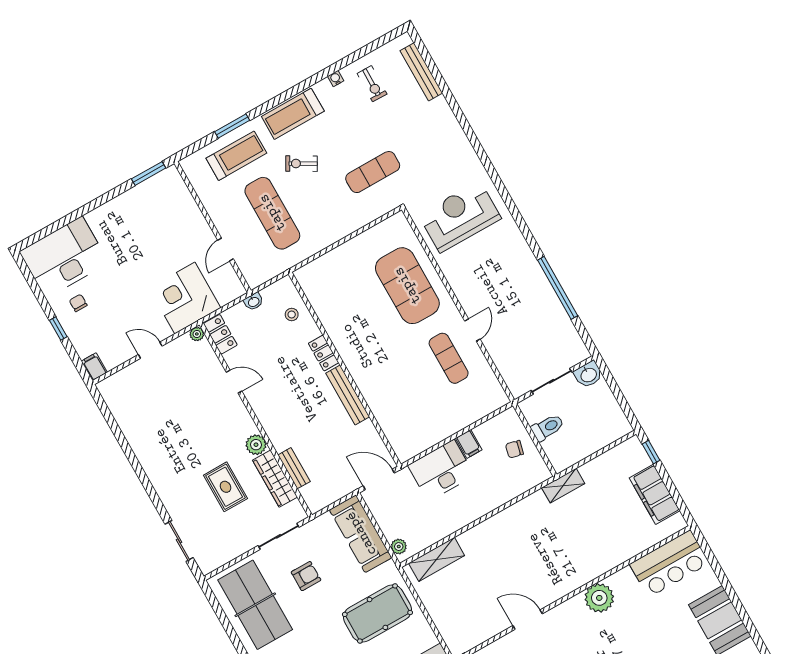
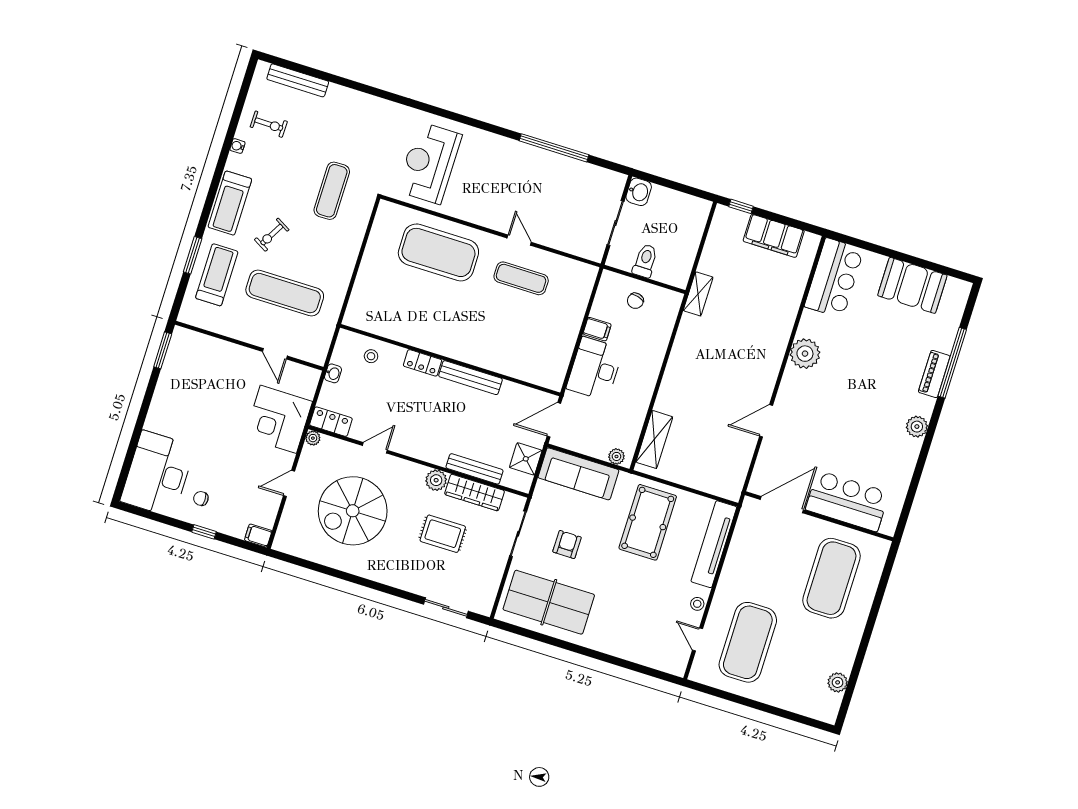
spiral stairs: (177, 411) -> (353, 511), added
bench: (294, 468) -> (474, 469), width x1.36
shower: (333, 489) -> (526, 459), added

